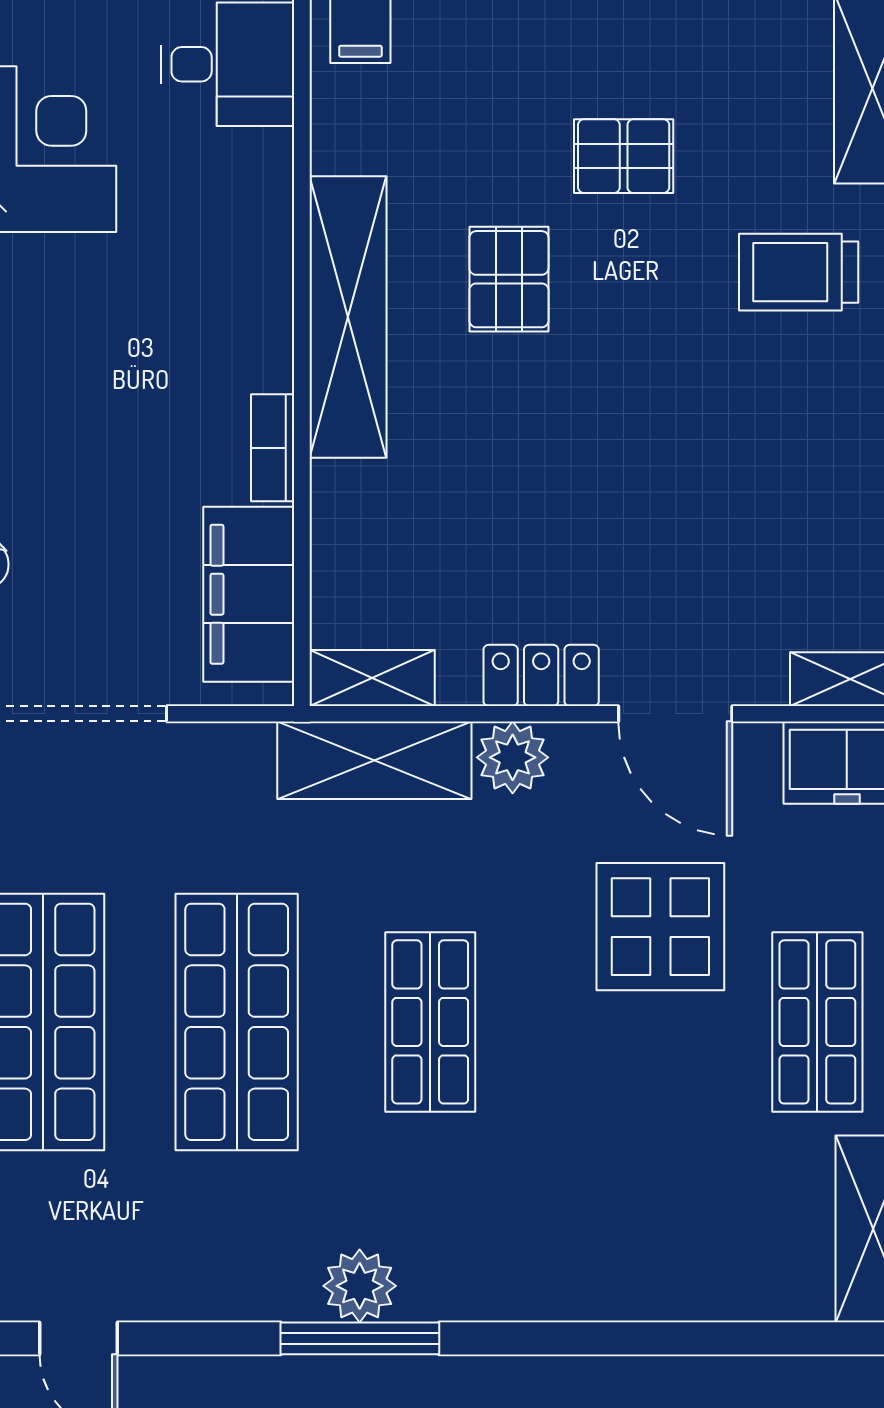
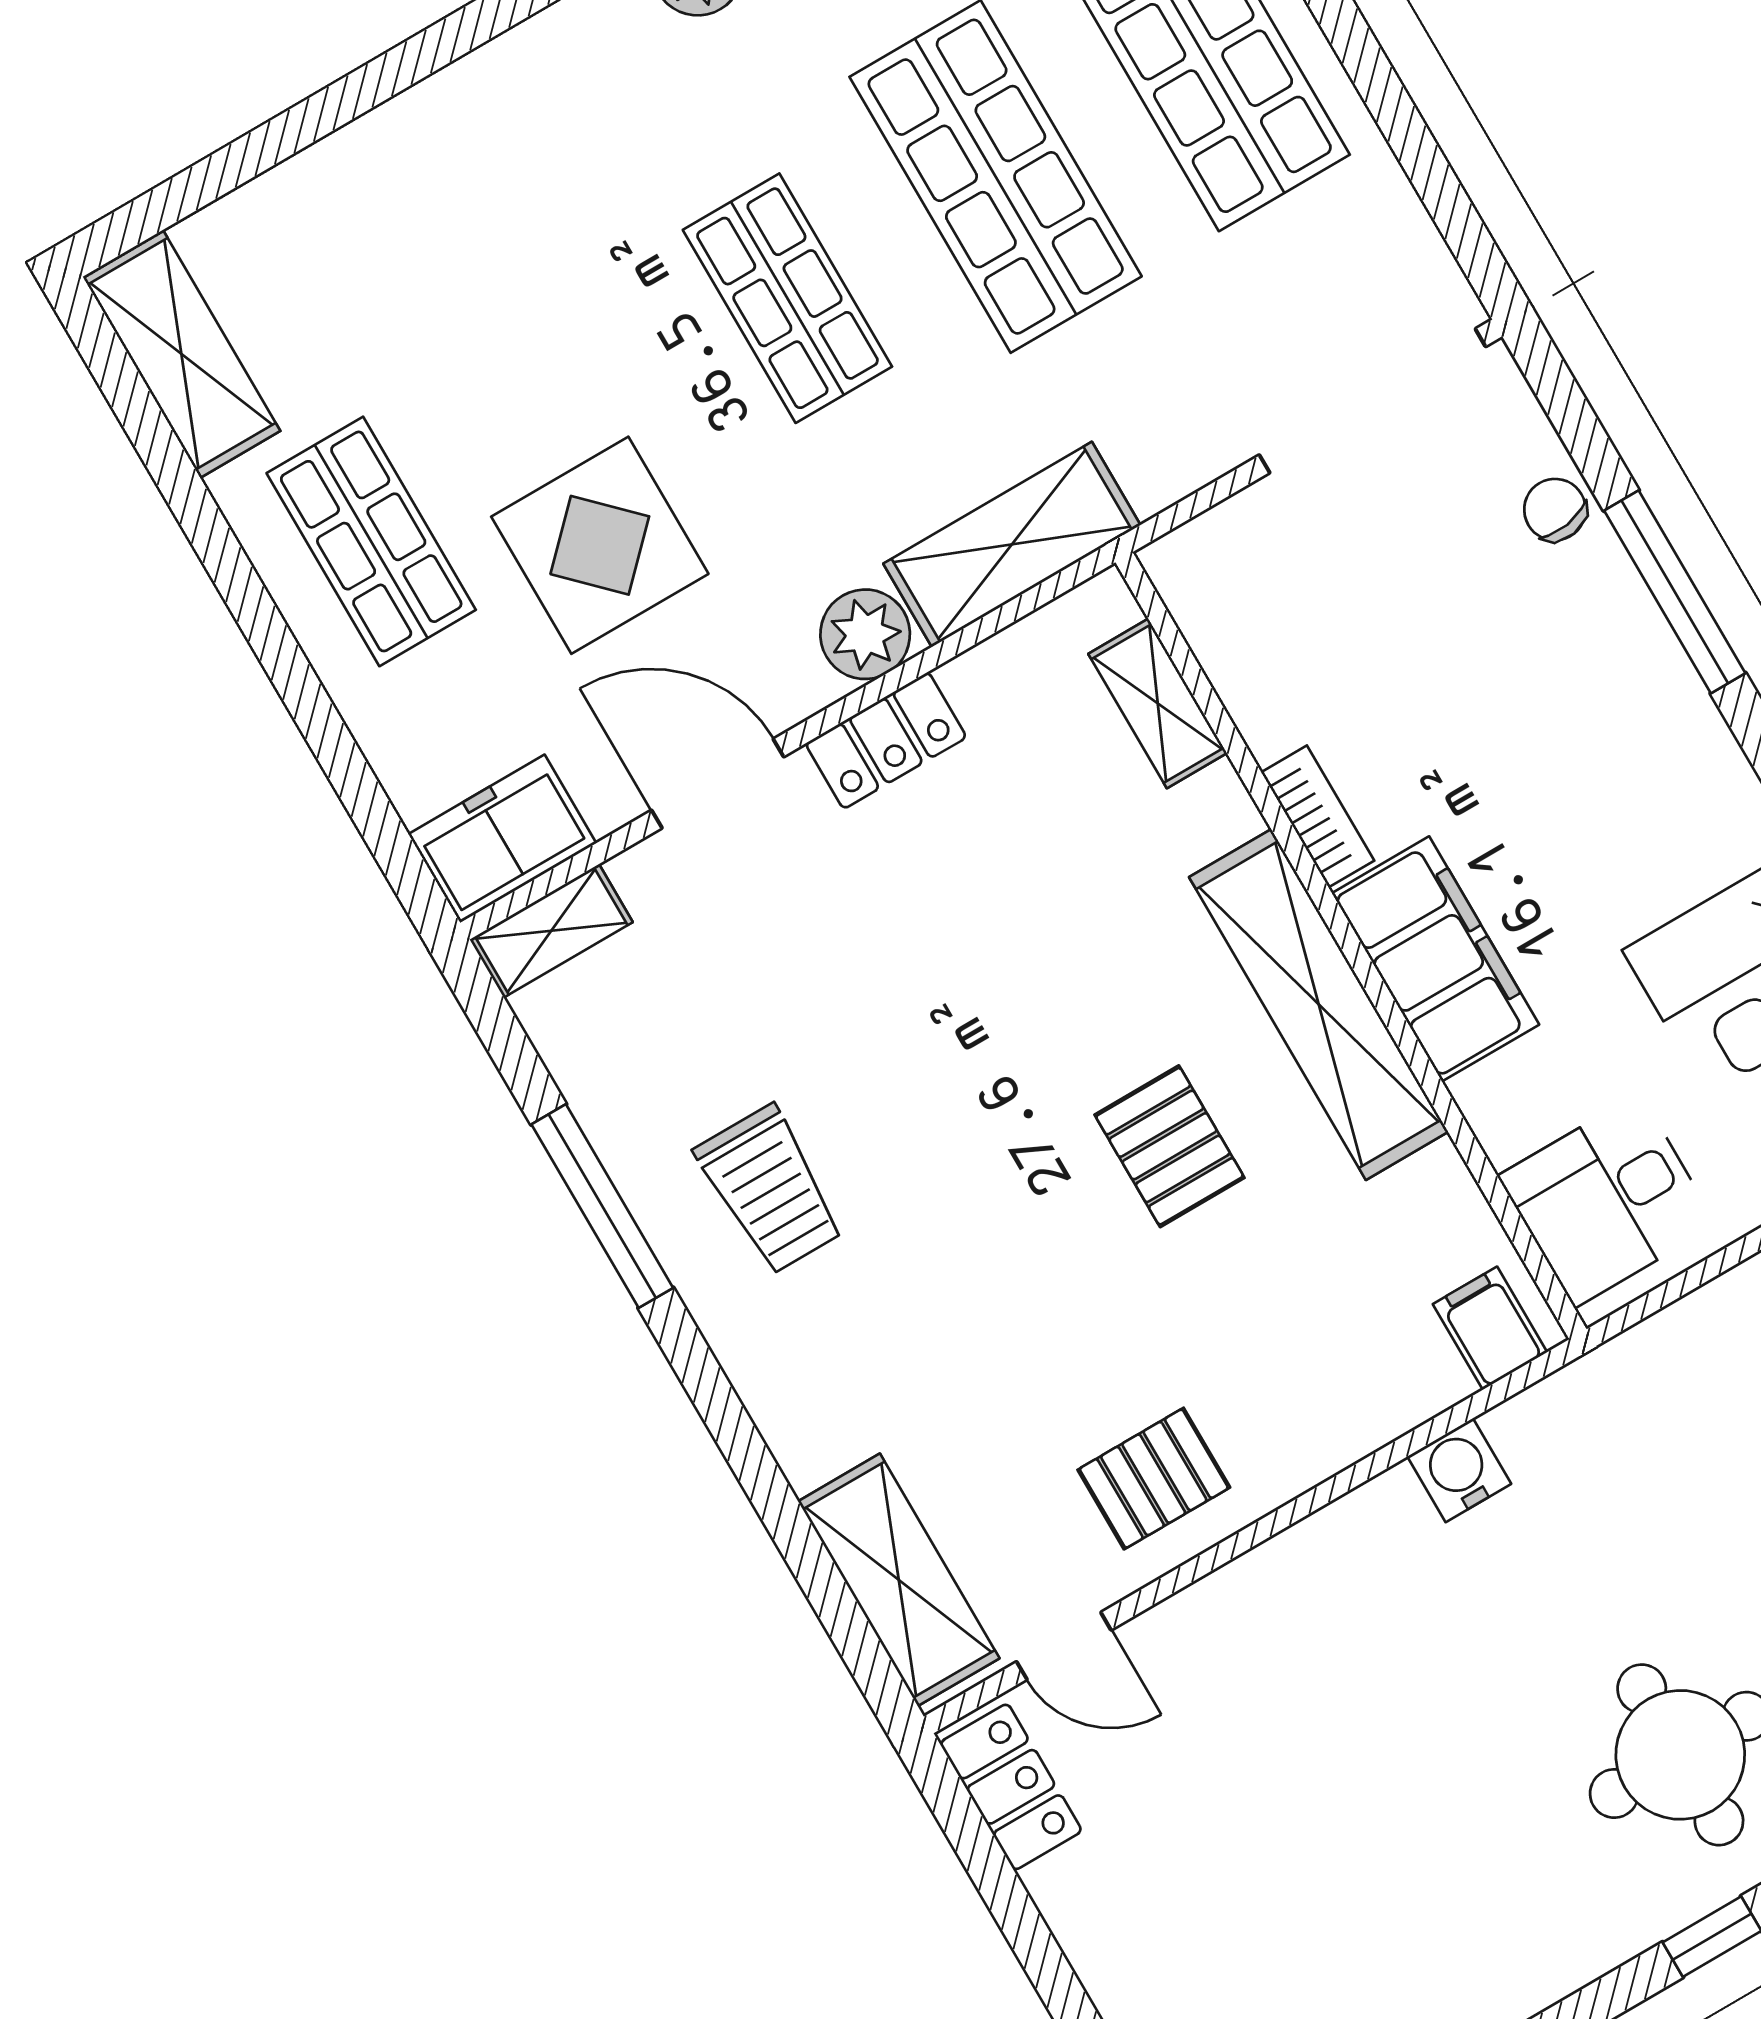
pallet: (624, 156) -> (1154, 1479), moved
trolley: (799, 272) -> (770, 1190), moved, turned 90
filing cabinet: (249, 594) -> (1435, 959), moved
shelving: (372, 678) -> (1158, 703), moved, turned 90

